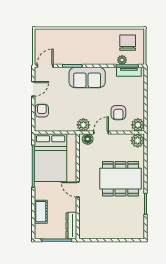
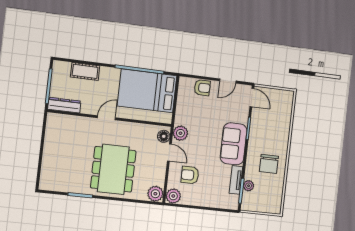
chair: (128, 43) -> (269, 164), moved, turned 90
tv unit: (129, 72) -> (236, 180), moved
door: (33, 89) -> (228, 81), hinge flipped

